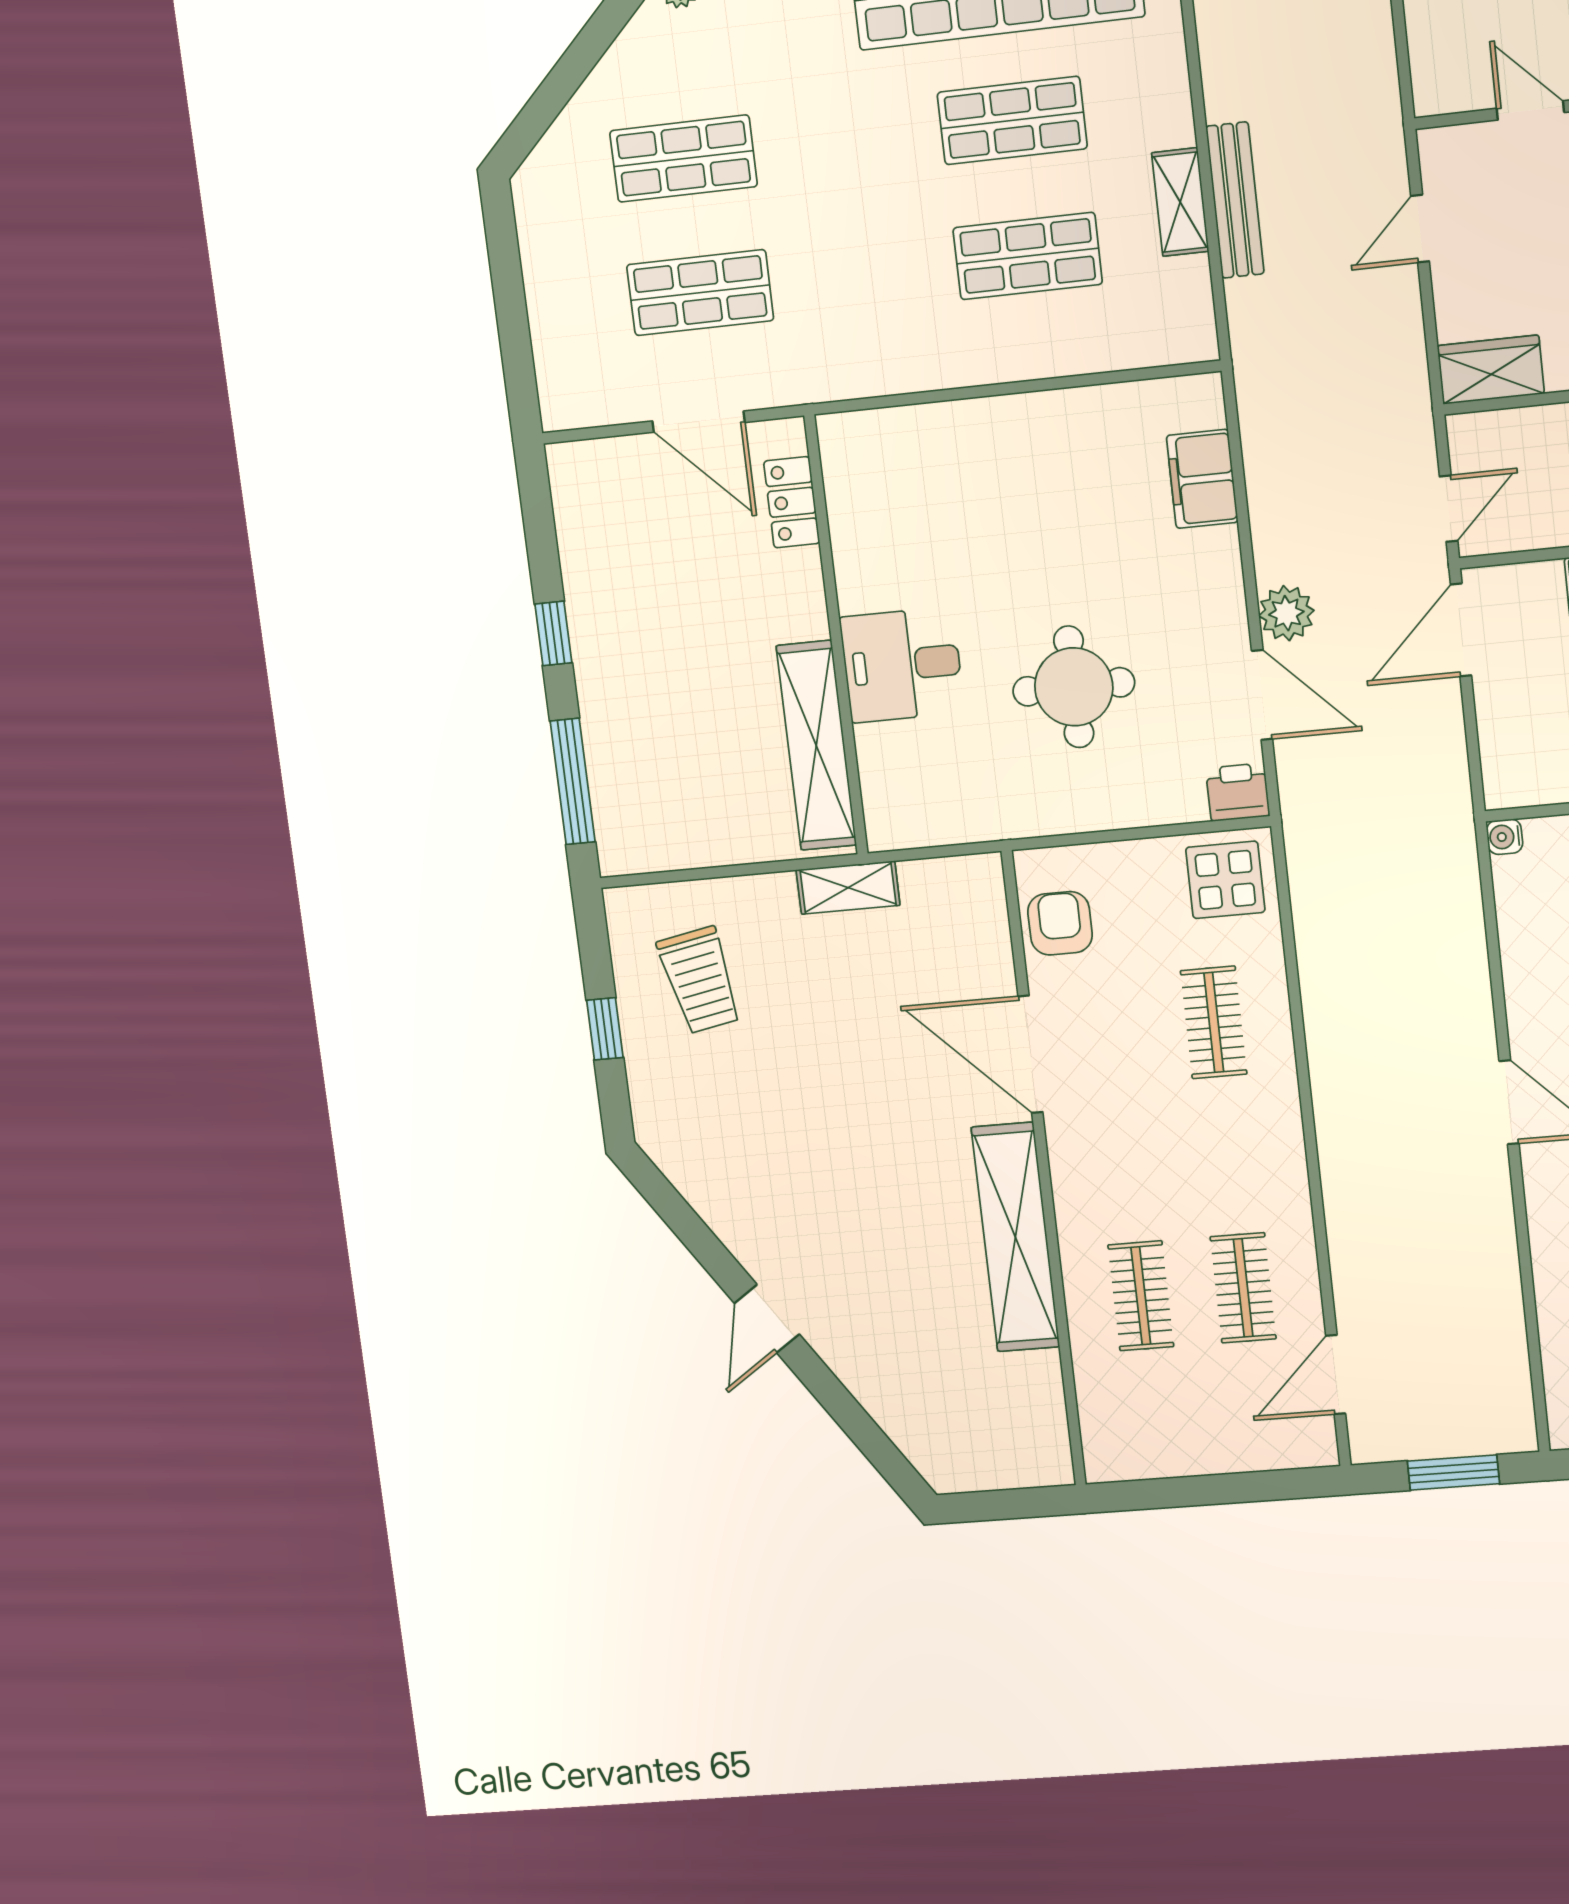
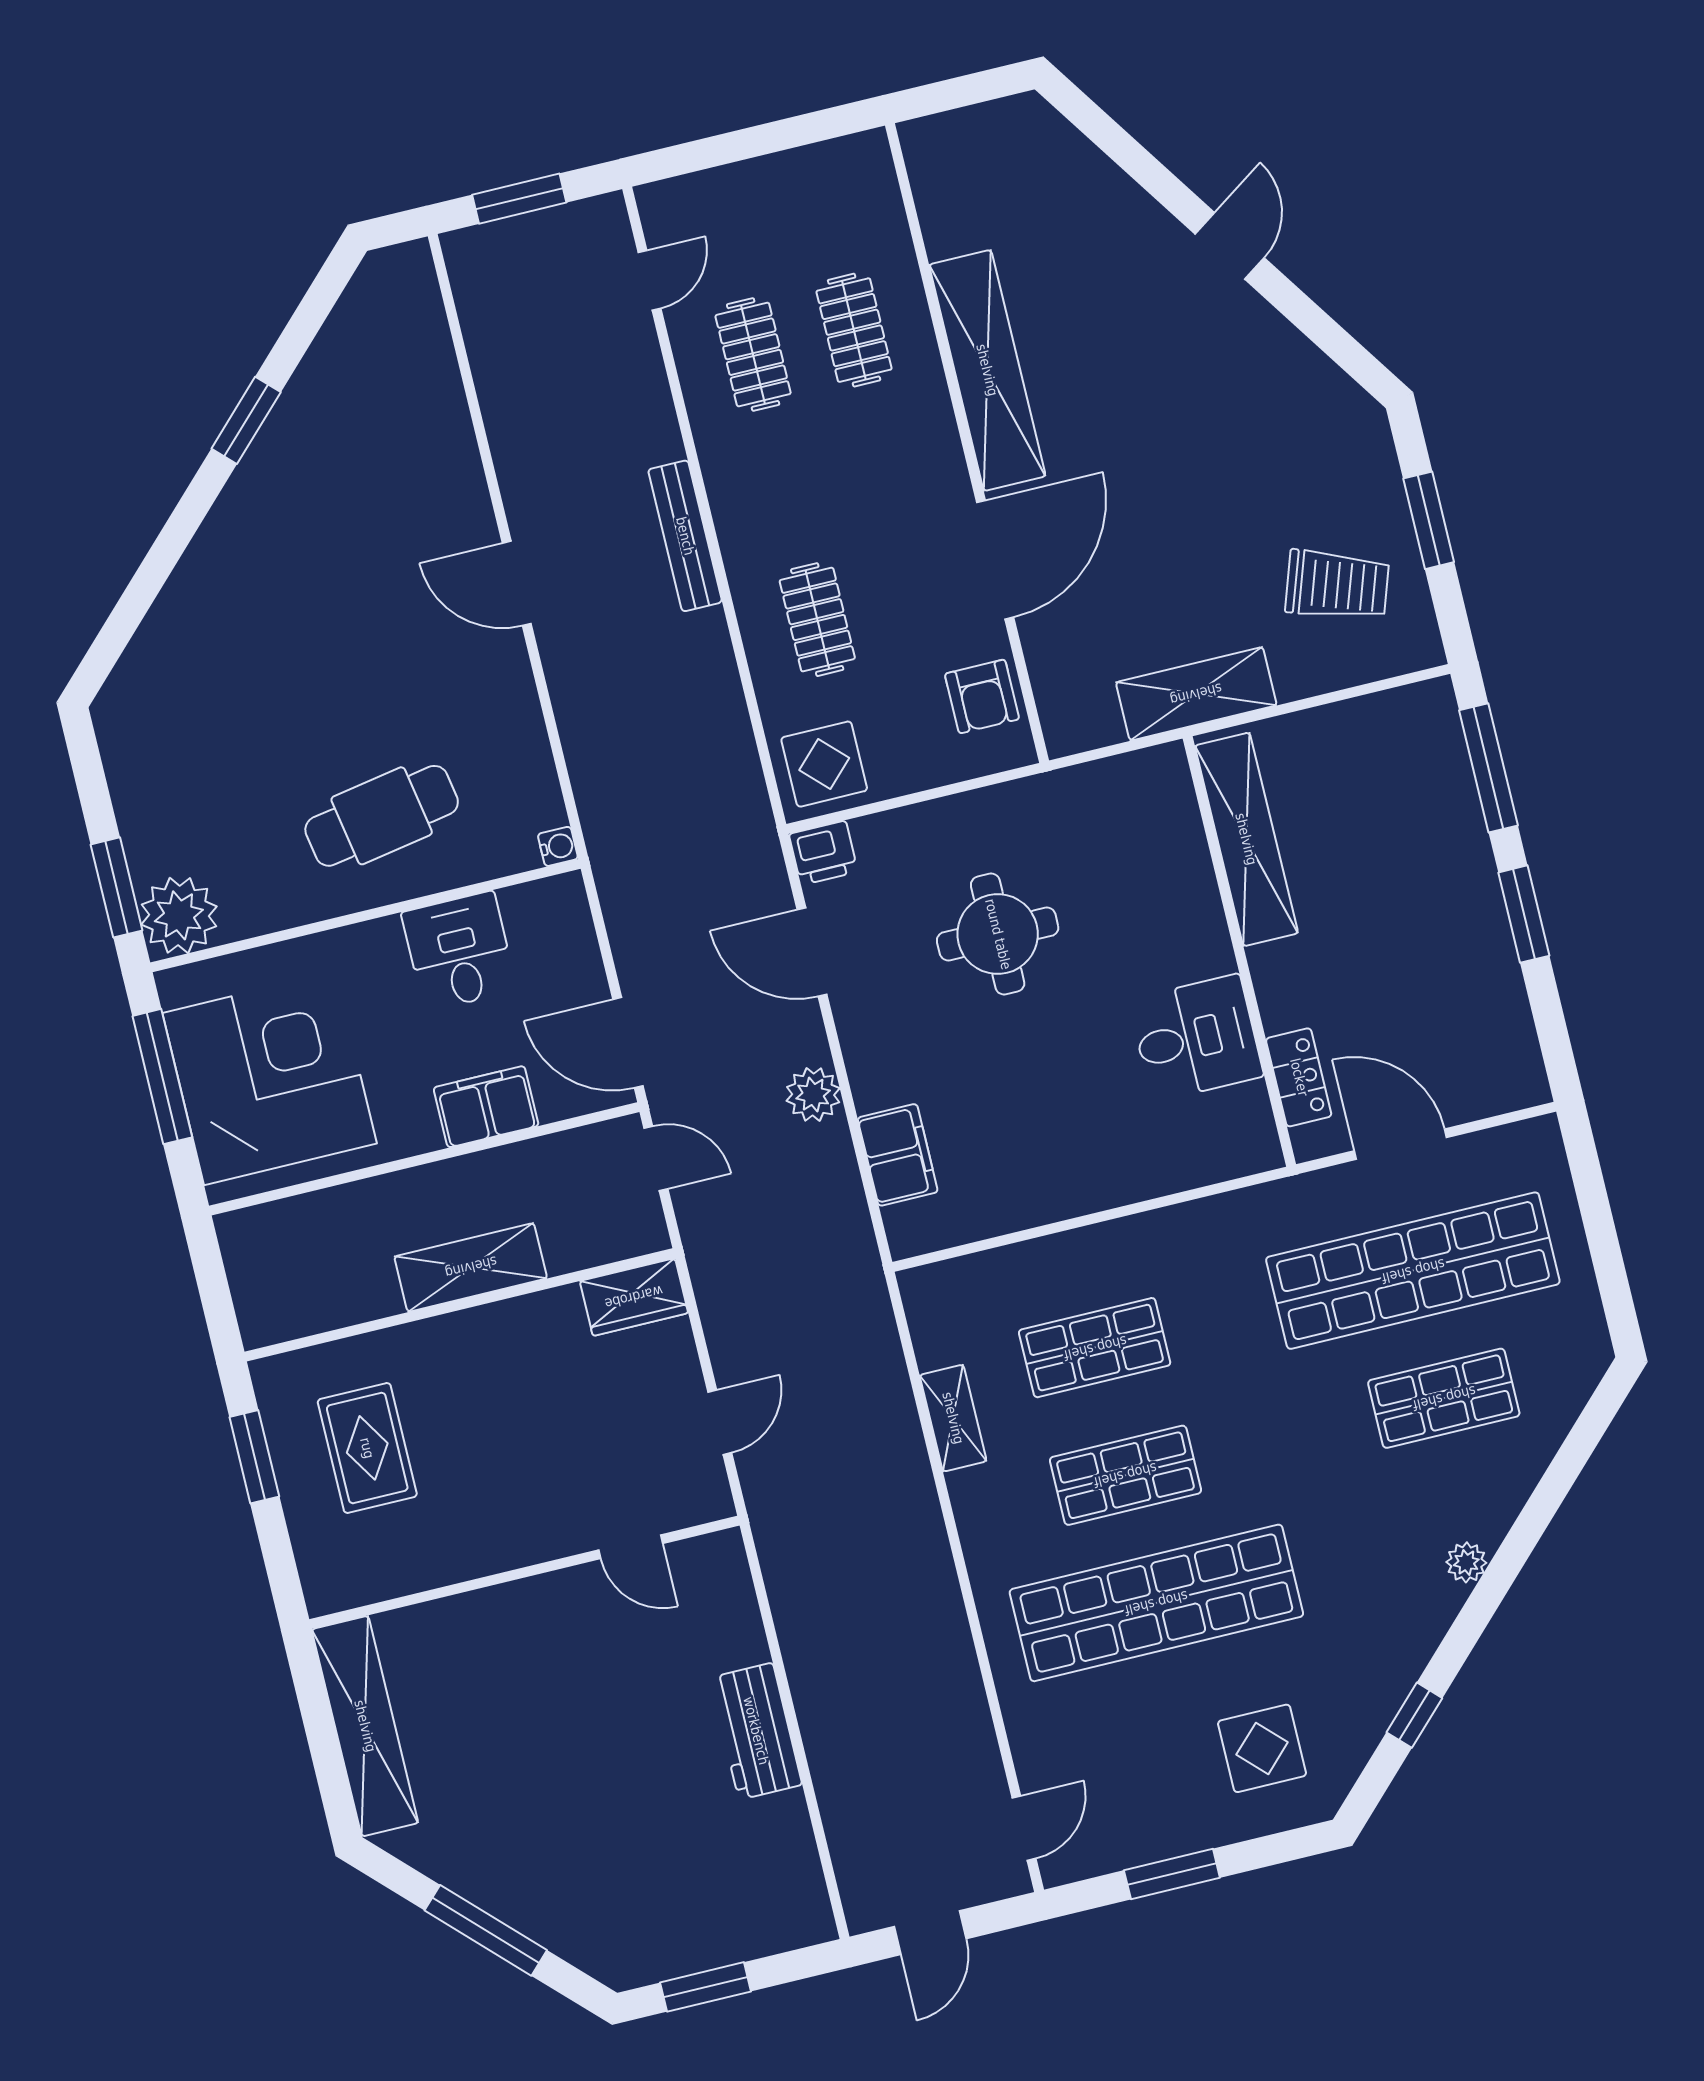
bench: (1235, 200) -> (685, 536), moved
shop shelf: (700, 293) -> (1413, 1271), width x2.00, depth x1.36
door: (1449, 509) -> (656, 1158), swing flipped
plant: (1286, 613) -> (813, 1095), moved
door: (1461, 630) -> (628, 1043), swing flipped
window: (553, 633) -> (1524, 914), width x1.50
desk: (902, 665) -> (1196, 1038), moved
shelving: (848, 888) -> (1196, 694), width x1.50, depth x1.33
trolley: (700, 980) -> (1337, 585), turned 120
window: (605, 1029) -> (1429, 520), width x1.50
door: (1030, 1054) -> (995, 560), hinge flipped
door: (1336, 1375) -> (649, 280), width x0.73

